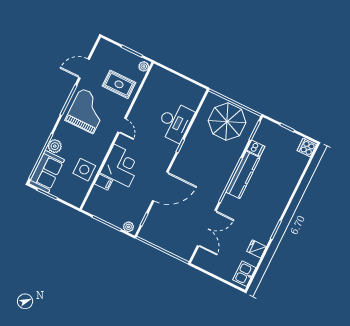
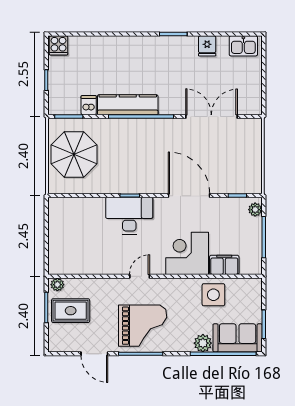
rug: (119, 84) -> (71, 311), moved, turned 90
grand piano: (87, 111) -> (143, 326), turned 180
desk: (175, 122) -> (129, 216), moved
filing cabinet: (104, 182) -> (224, 265), width x2.00

